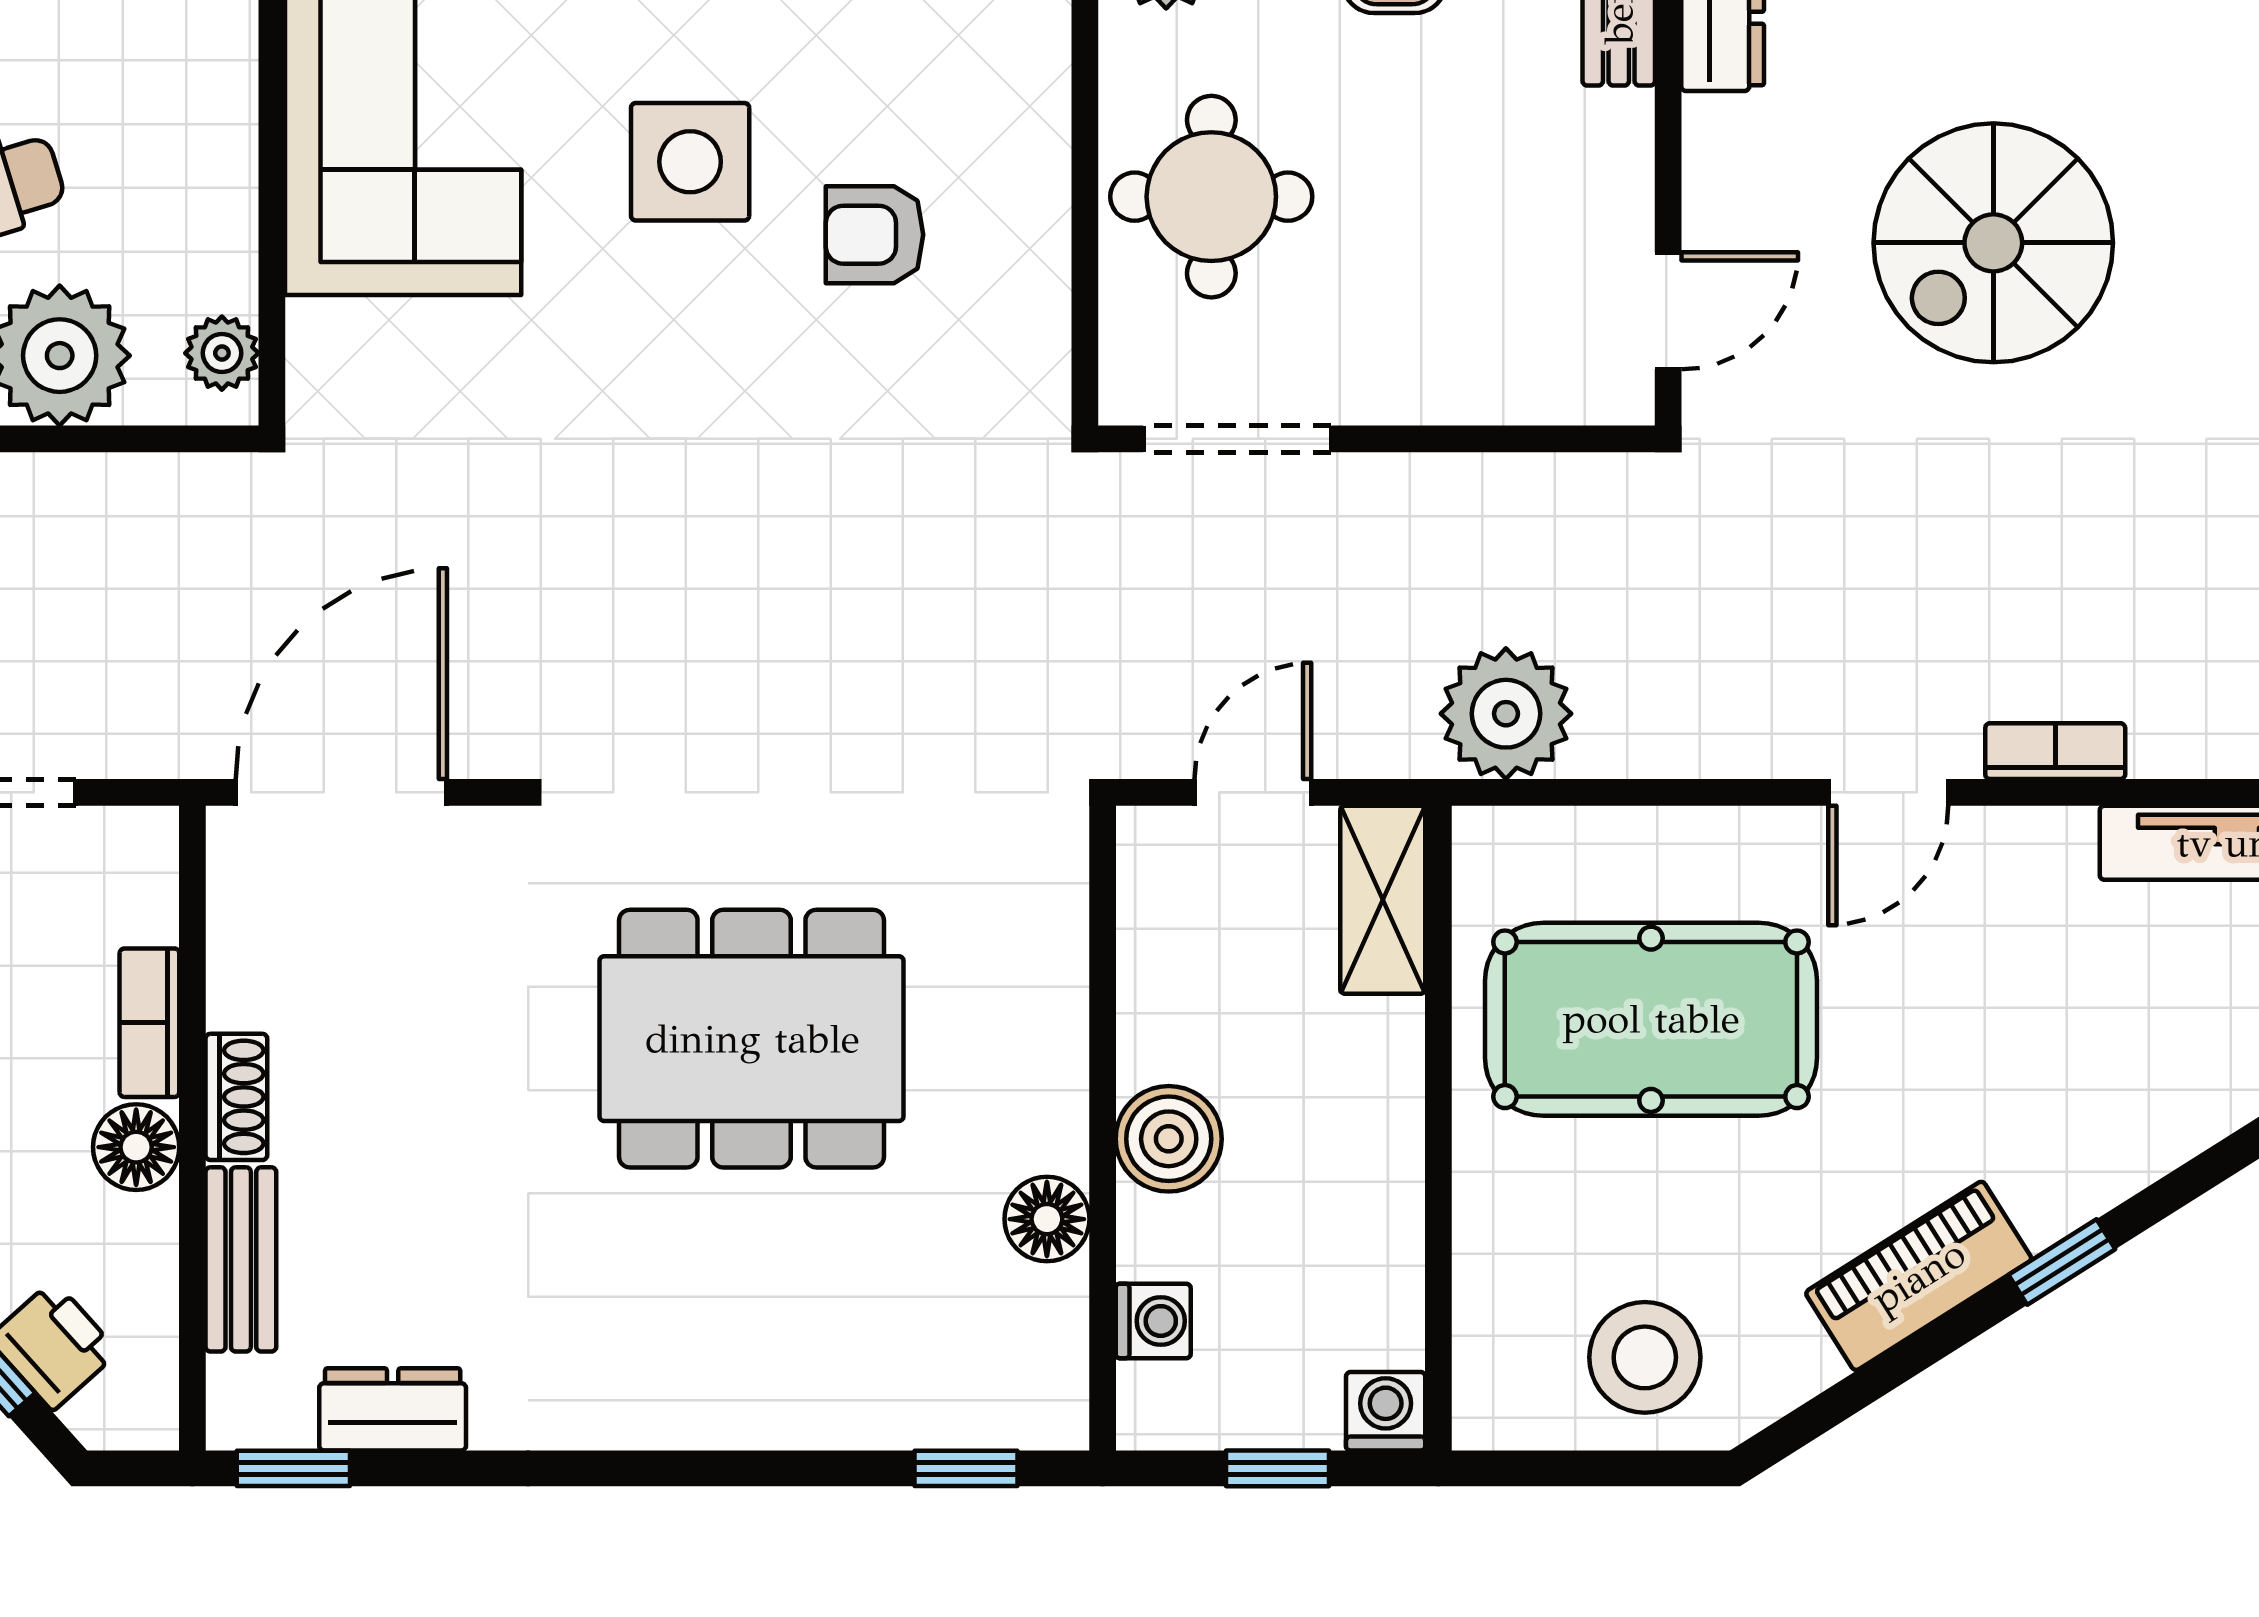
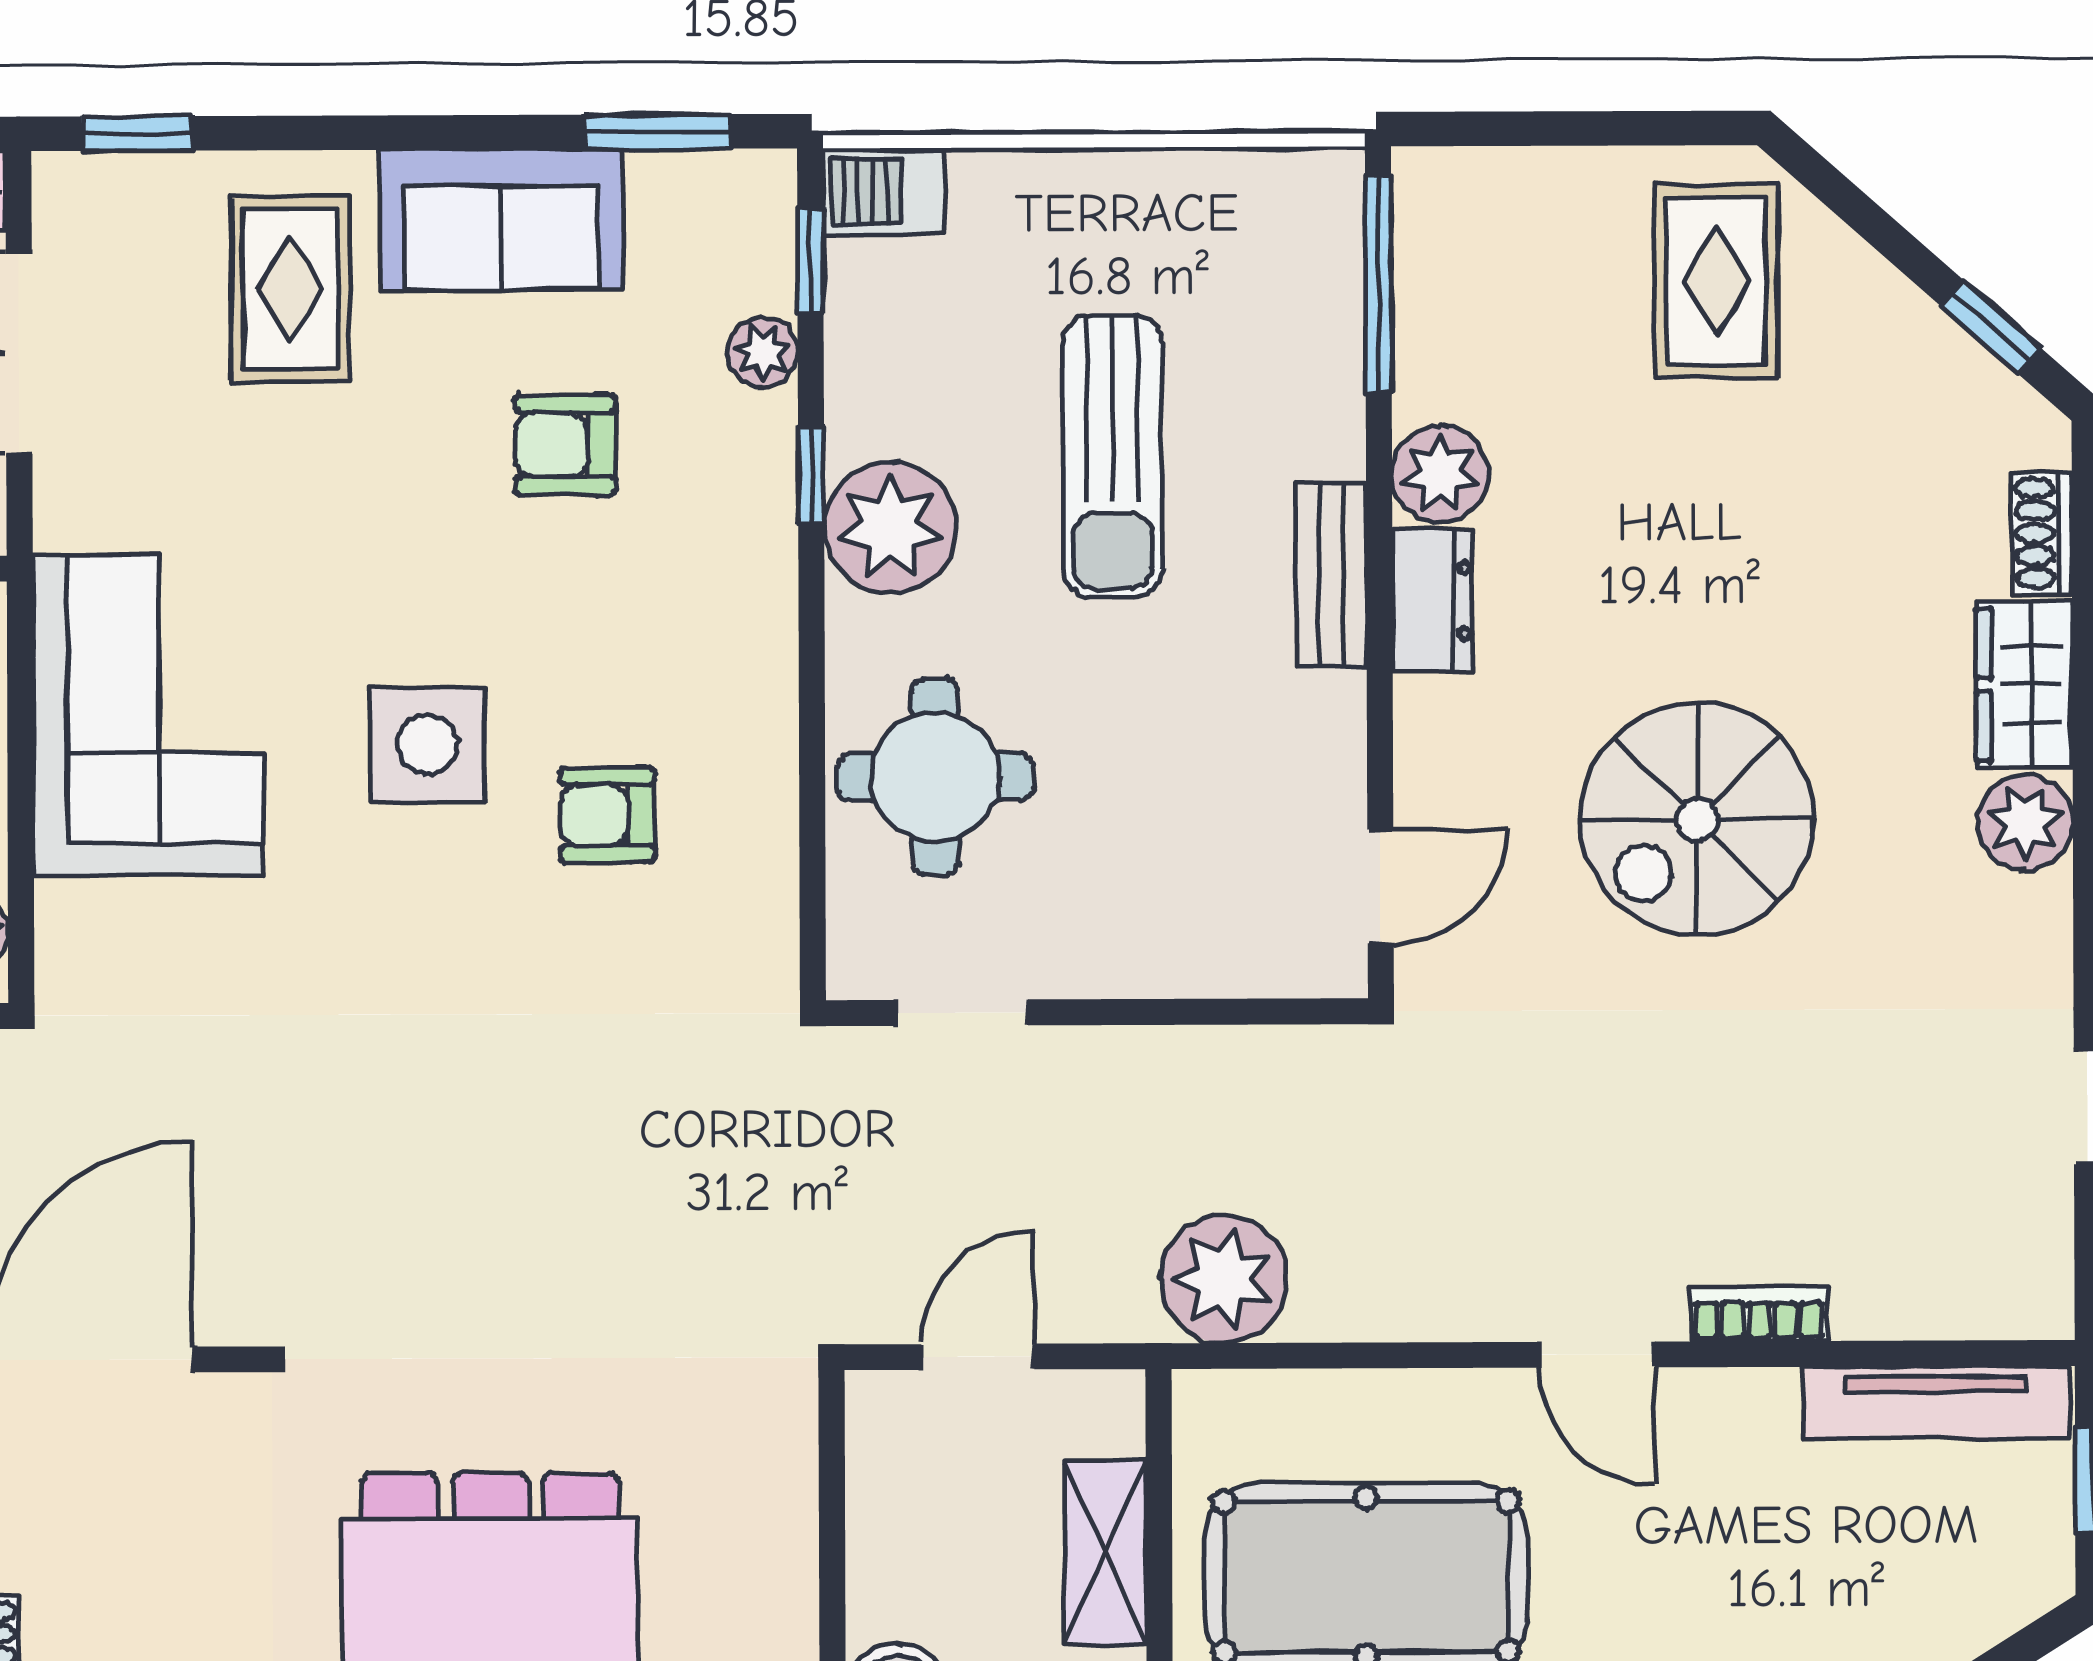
doorway: (1237, 439) -> (961, 1013), width x0.73
door: (1888, 792) -> (1597, 1355), hinge flipped
shelving: (1383, 900) -> (1105, 1552), moved

